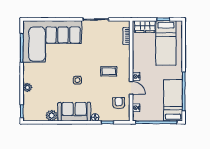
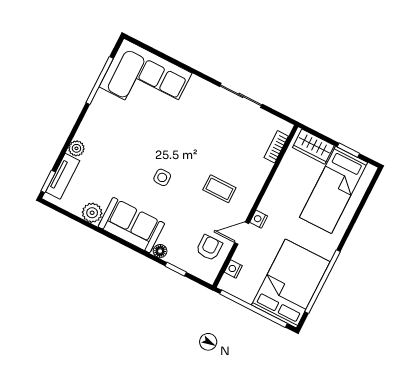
corner sofa: (52, 41) -> (146, 80), width x0.73, depth x0.74
door: (131, 88) -> (242, 233), swing flipped
bed: (173, 100) -> (291, 283), width x1.50
tv unit: (28, 105) -> (63, 176), added

